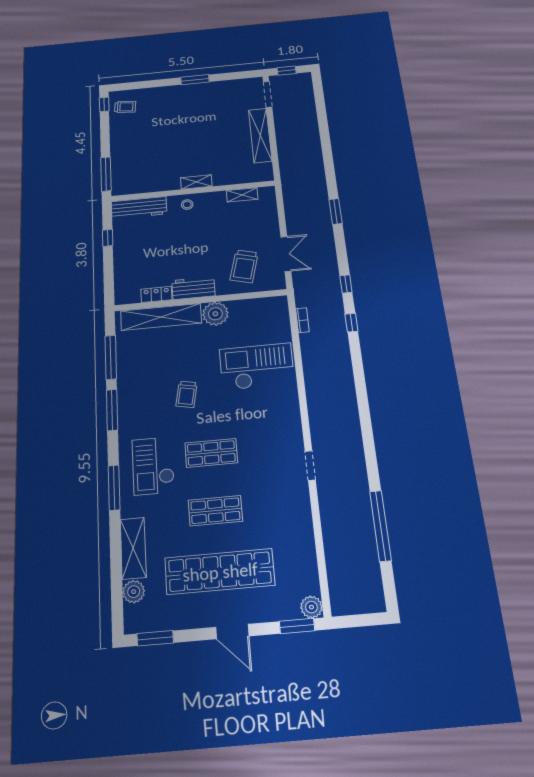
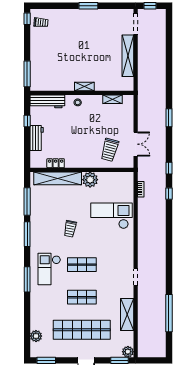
workbench: (193, 288) -> (37, 138), moved, turned 90
shelving: (133, 548) -> (127, 314), moved

